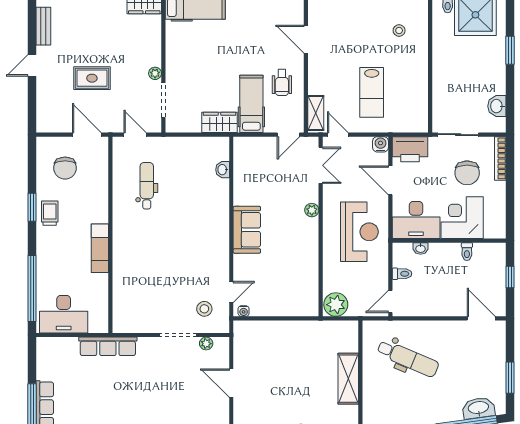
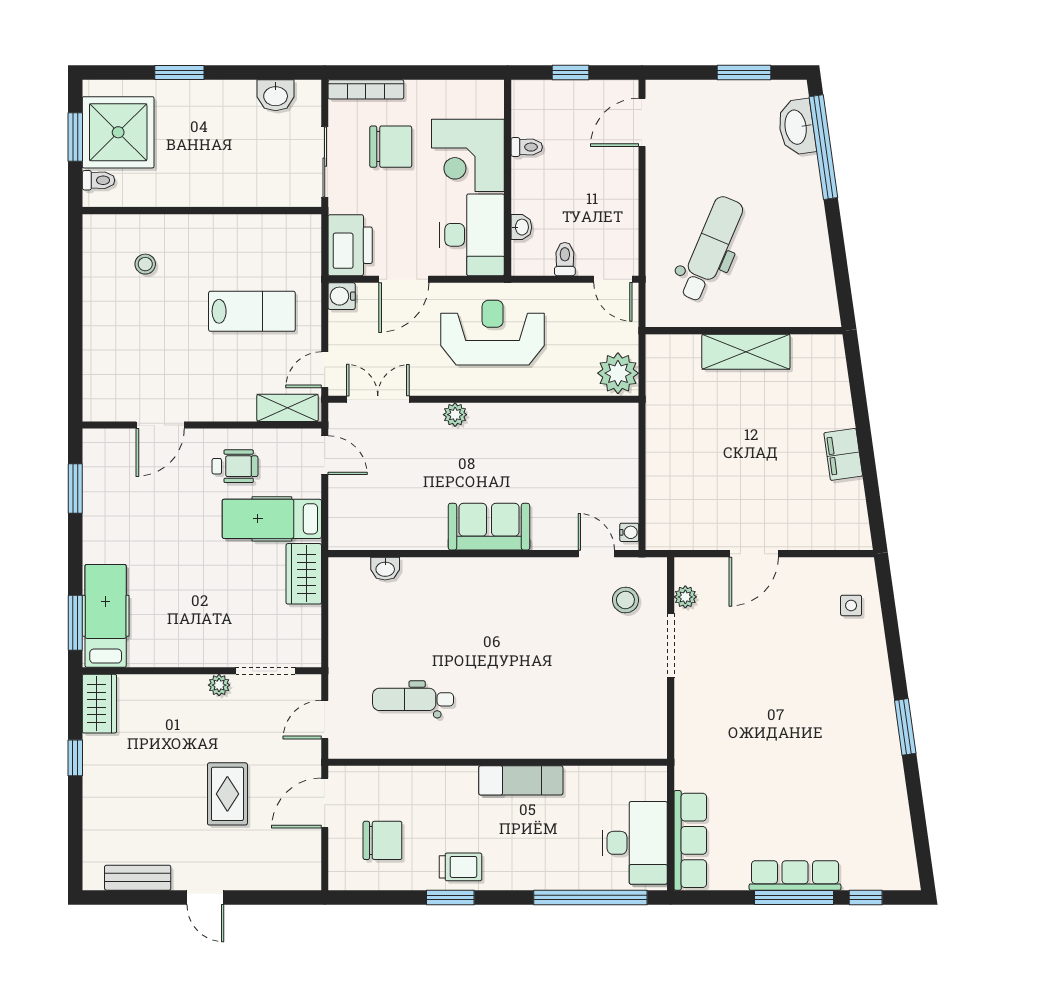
trolley: (50, 213) -> (460, 867), turned 180
row of seats: (108, 346) -> (690, 840), moved

